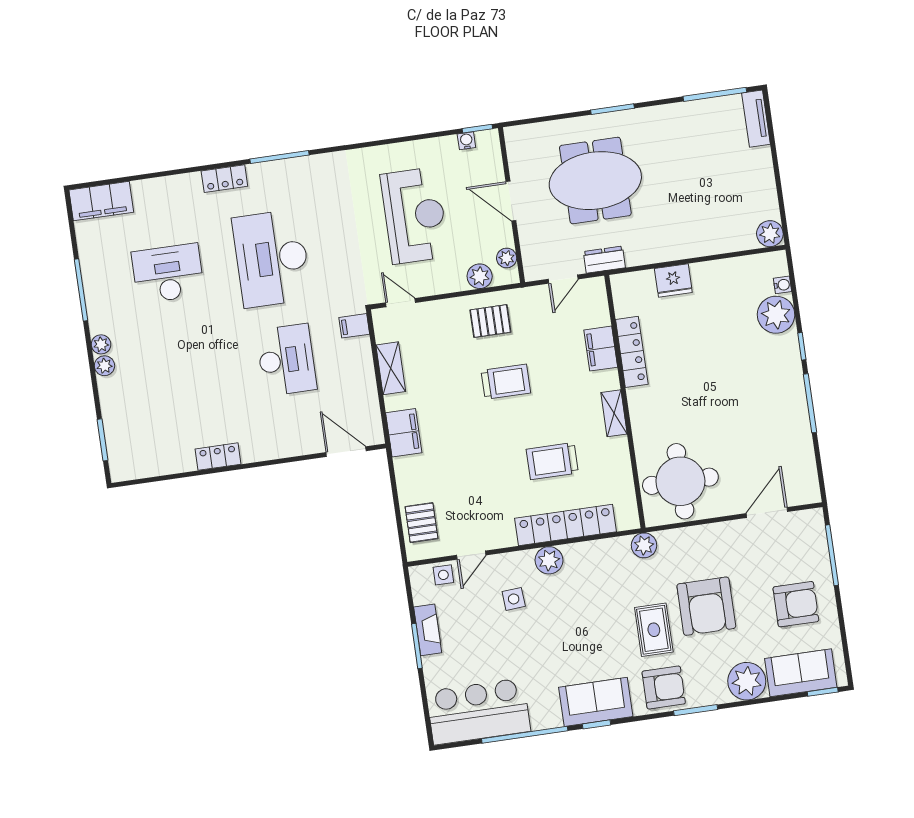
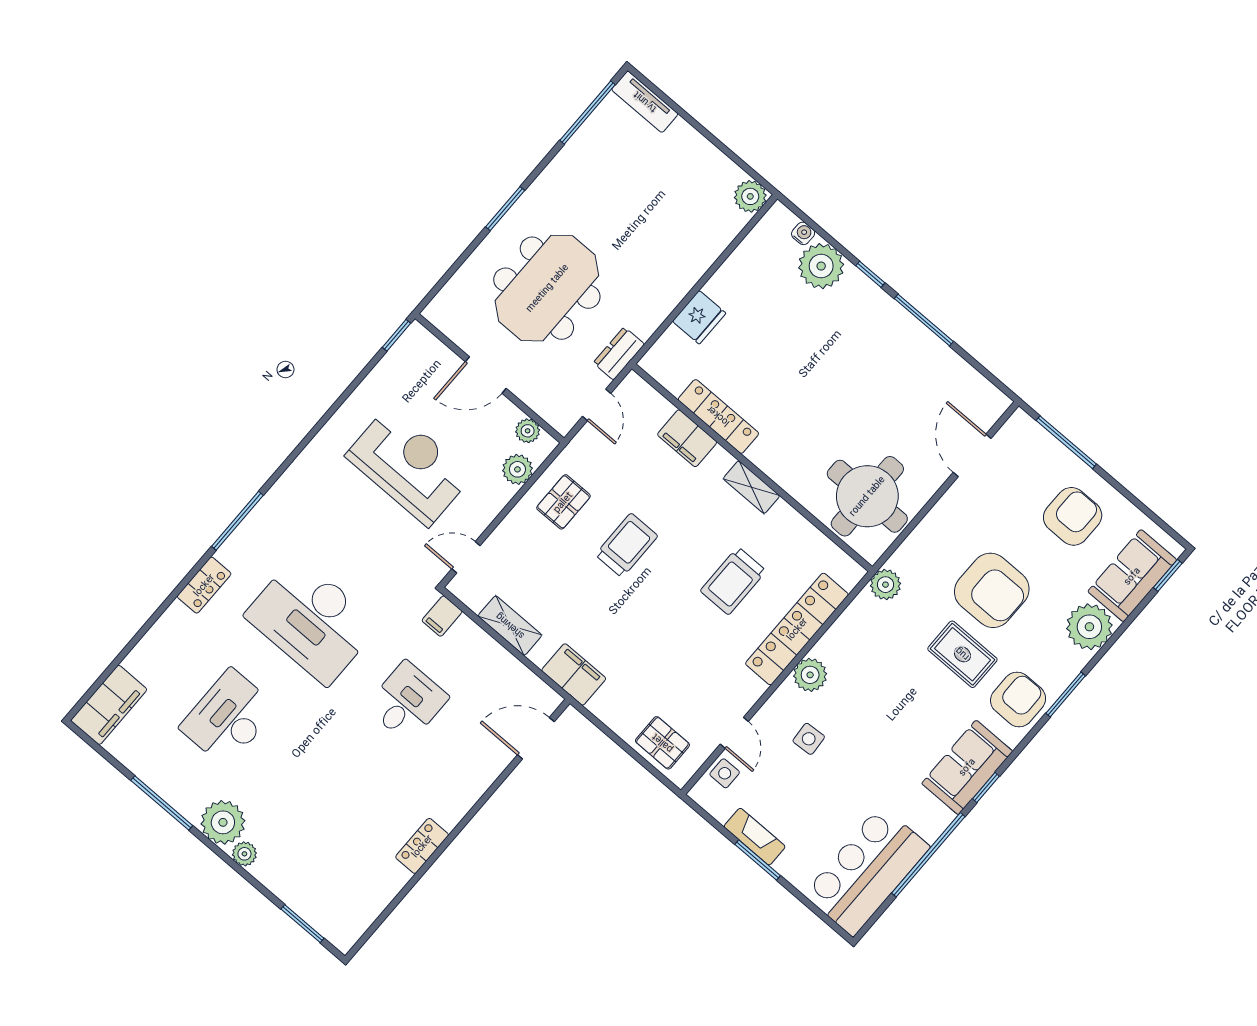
water cooler: (466, 141) -> (396, 355), removed
plant: (101, 344) -> (223, 822), width x1.88, depth x1.88
desk: (286, 360) -> (407, 702), width x0.73

